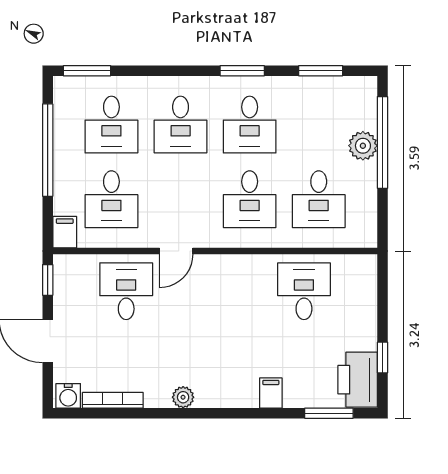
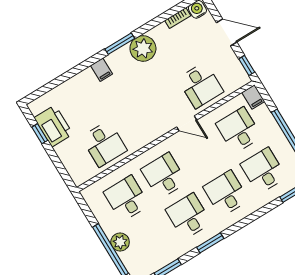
door: (176, 251) -> (187, 123), swing flipped
printer: (358, 380) -> (53, 126), moved
filing cabinet: (271, 393) -> (102, 70), moved
plant: (183, 397) -> (143, 48), width x1.87, depth x1.87
bookcase: (113, 400) -> (178, 18), width x0.64
window: (329, 413) -> (120, 44), moved

